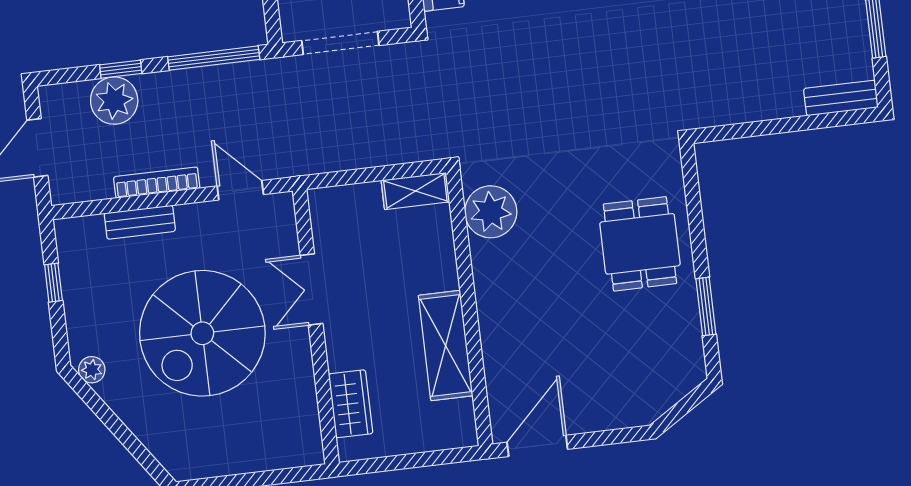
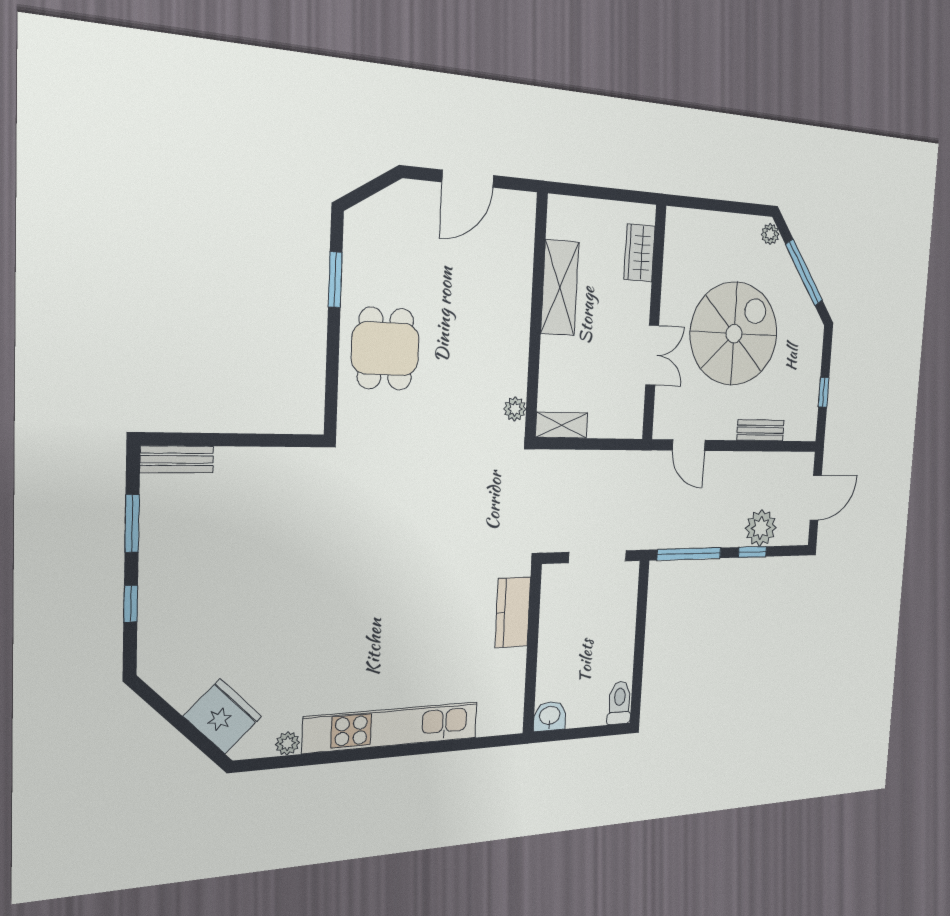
bookcase: (157, 183) -> (744, 460), removed
plant: (491, 212) -> (515, 409), width x0.53, depth x0.53
plant: (92, 370) -> (770, 234), moved
window: (115, 425) -> (804, 273), added
door: (537, 446) -> (468, 179), moved

